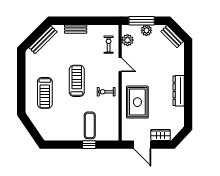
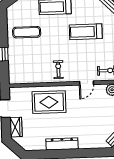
treadmill: (77, 81) -> (86, 32), moved, turned 180
exercise mat: (90, 125) -> (27, 32), moved

